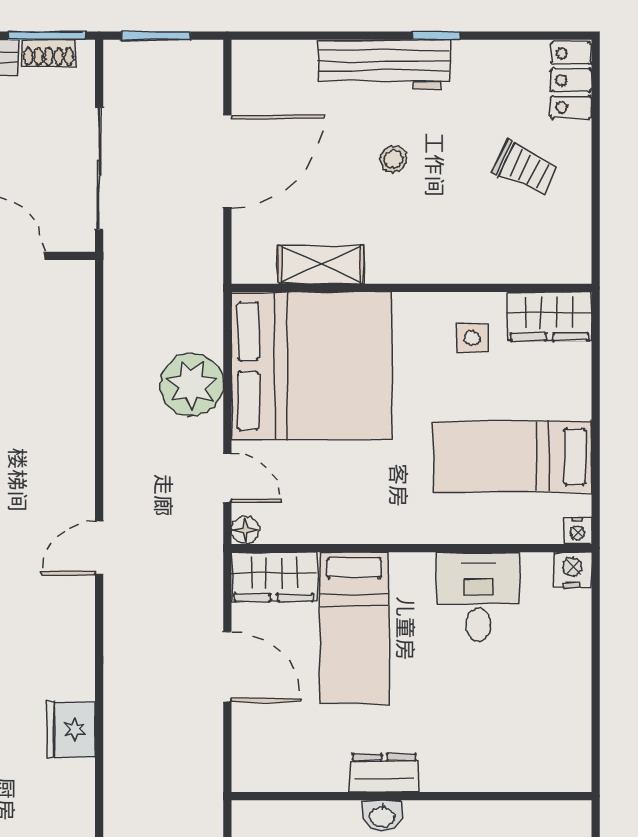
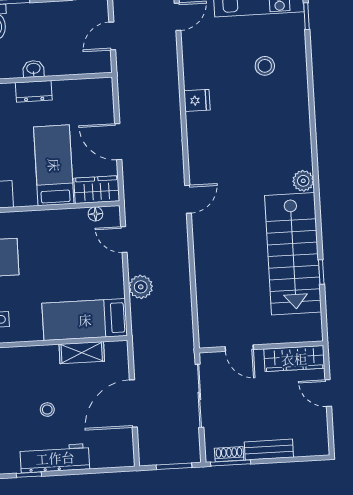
bed: (312, 366) -> (85, 320), width x0.49
plant: (192, 385) -> (141, 287), width x0.73, depth x0.73
floor lamp: (245, 530) -> (95, 214), moved
fridge: (71, 730) -> (197, 100), width x0.72

